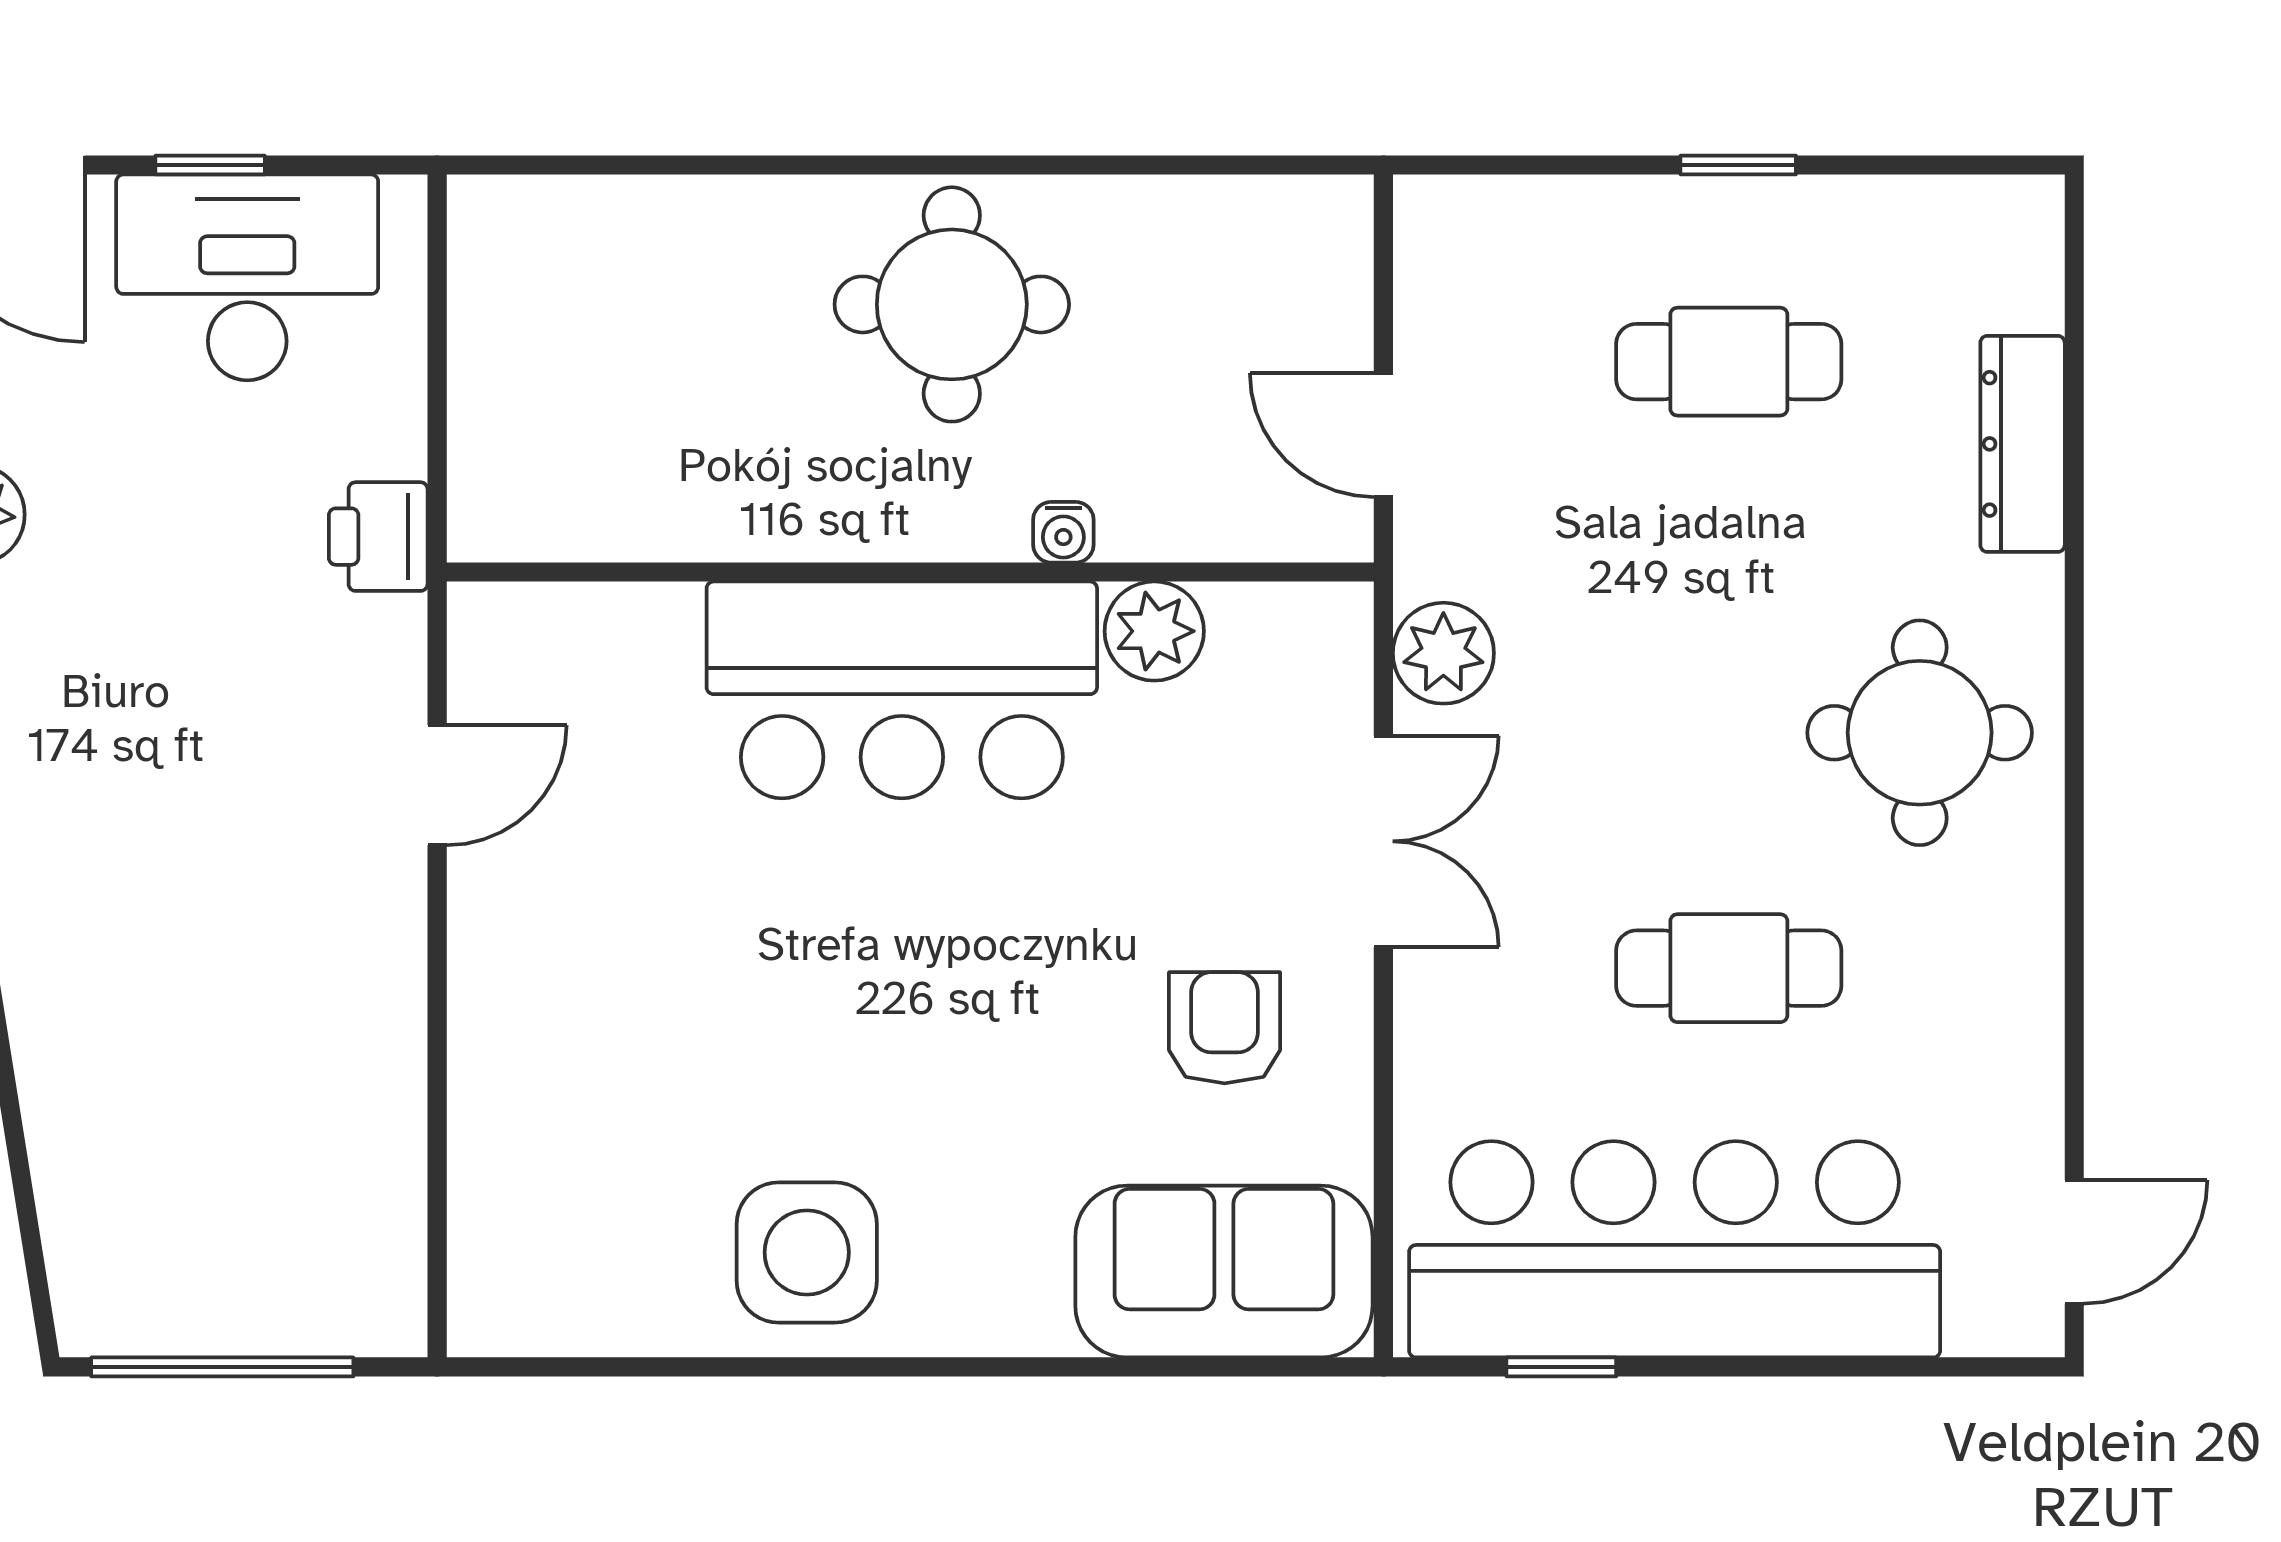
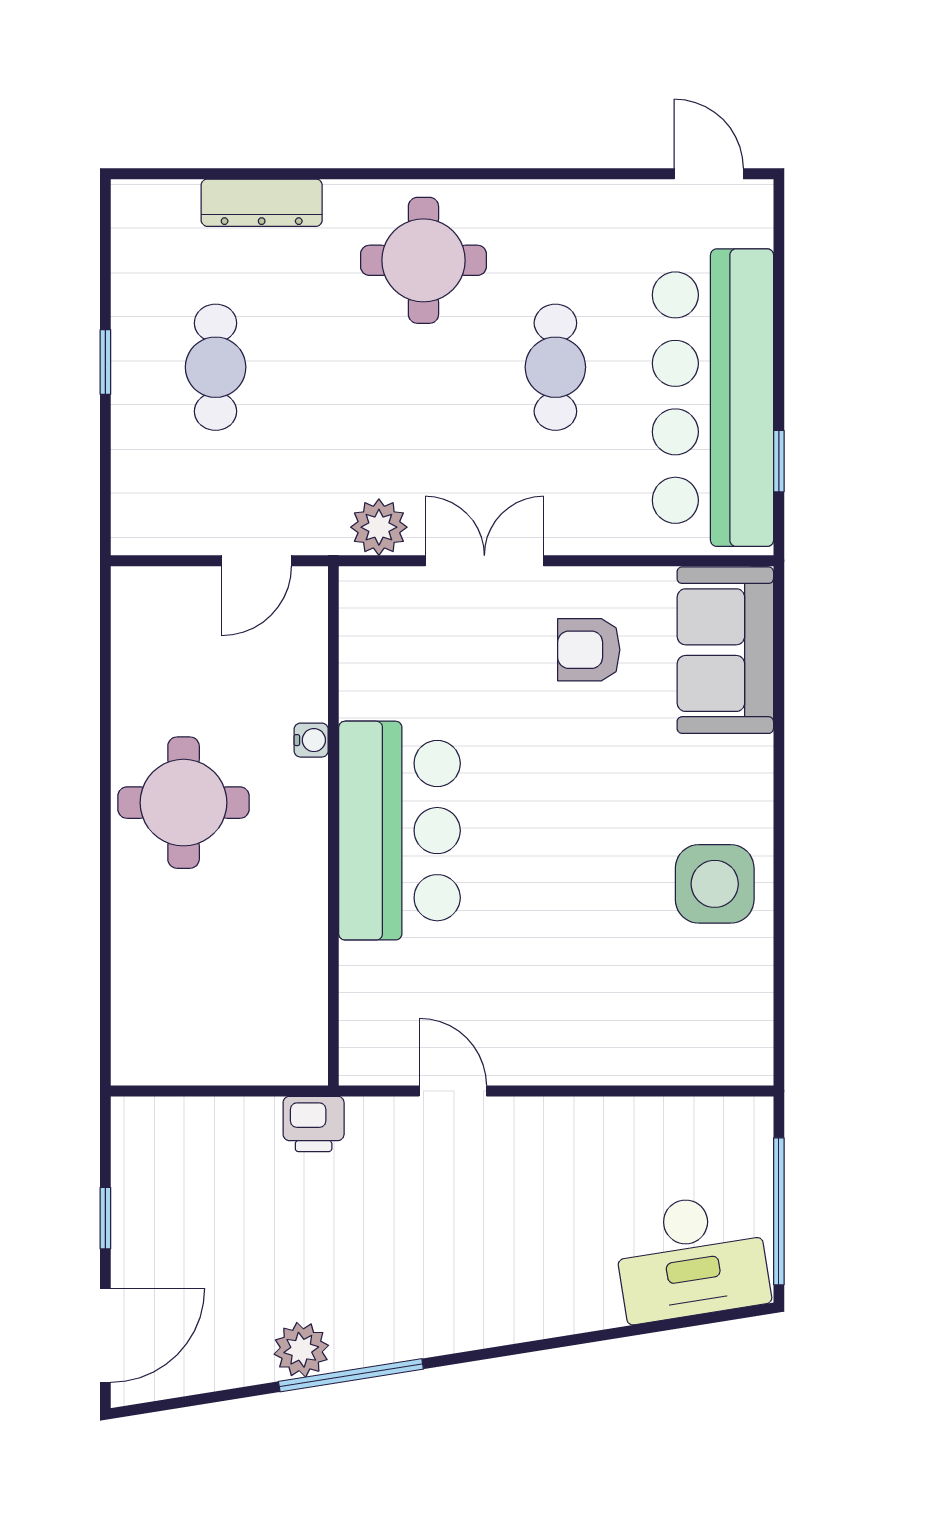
desk: (247, 277) -> (691, 1257), moved, turned -99
plant: (1154, 631) -> (367, 689), removed

